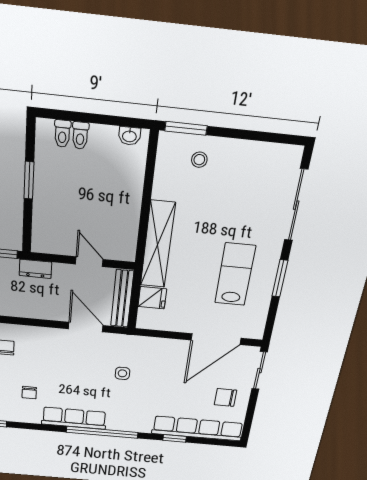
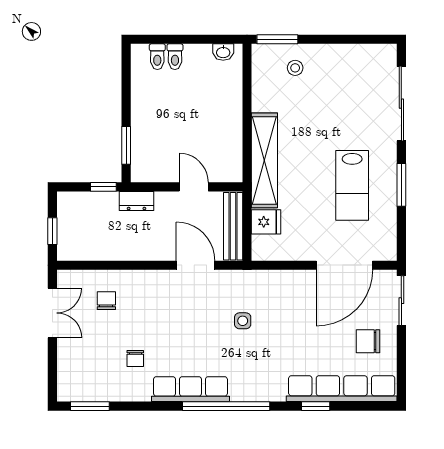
window: (29, 180) -> (126, 145), moved
lab bench: (235, 274) -> (352, 185), turned 180

